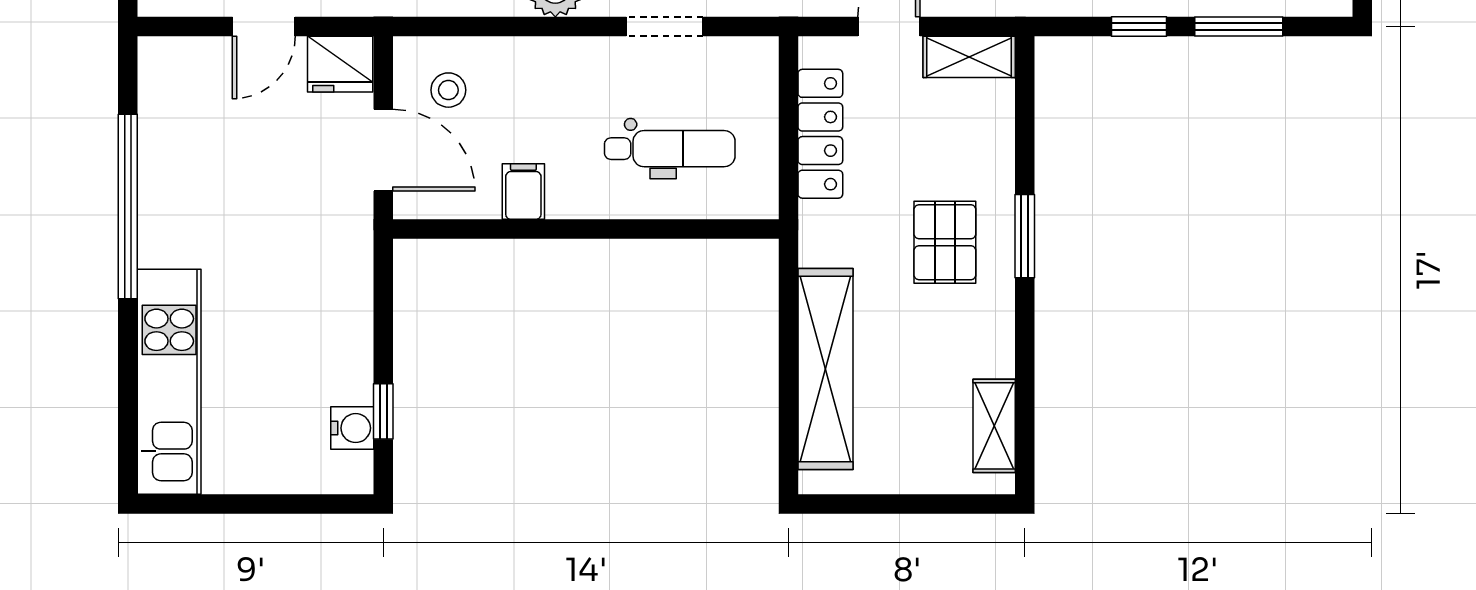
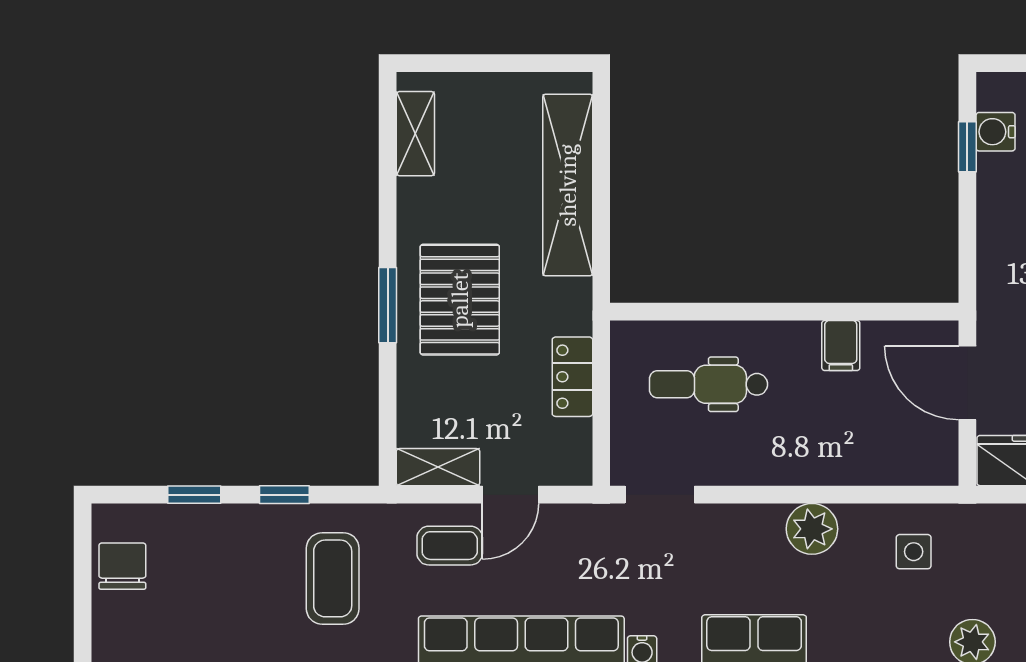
doorway: (665, 27) -> (660, 495), moved
window: (1239, 27) -> (194, 495), width x0.67
stool: (448, 90) -> (909, 437), removed
locker: (820, 134) -> (572, 377), width x0.66
pallet: (945, 242) -> (460, 300), width x1.50, depth x1.42

